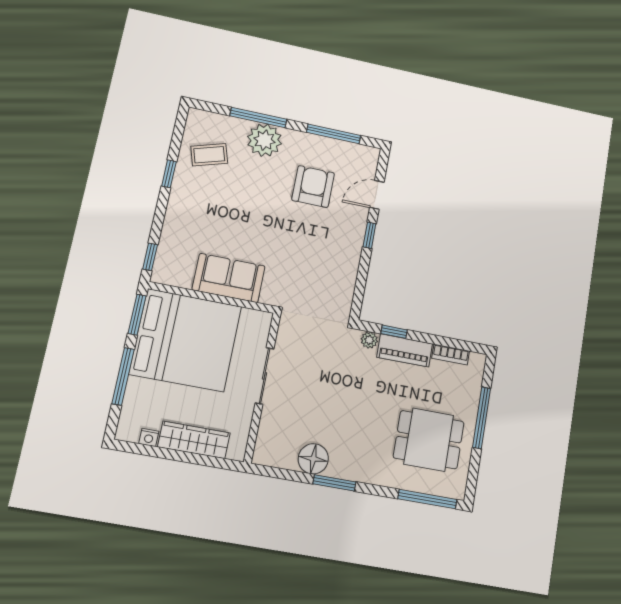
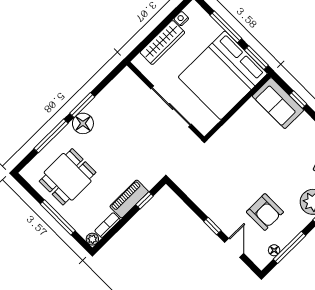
floor lamp: (349, 149) -> (274, 250), added
window: (150, 257) -> (298, 100), moved
sofa: (229, 278) -> (278, 103), moved, turned 90
plant: (369, 340) -> (92, 239), moved
sliding door: (265, 376) -> (171, 106), width x1.37
floor lamp: (313, 459) -> (83, 123), moved
window: (427, 499) -> (51, 136), moved

